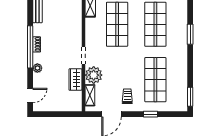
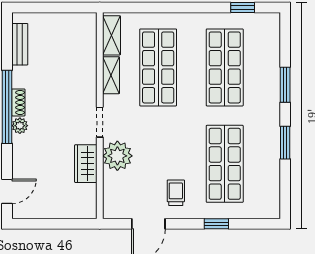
plant: (37, 68) -> (20, 126), moved
shelving: (90, 95) -> (111, 75), moved
window: (190, 97) -> (285, 143), moved

